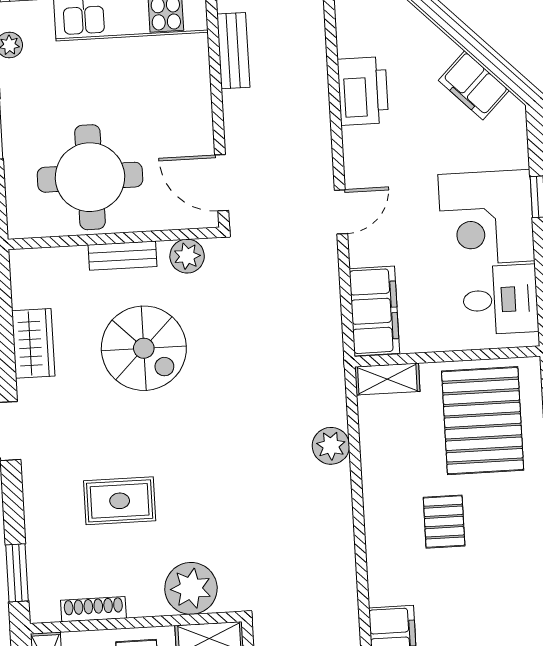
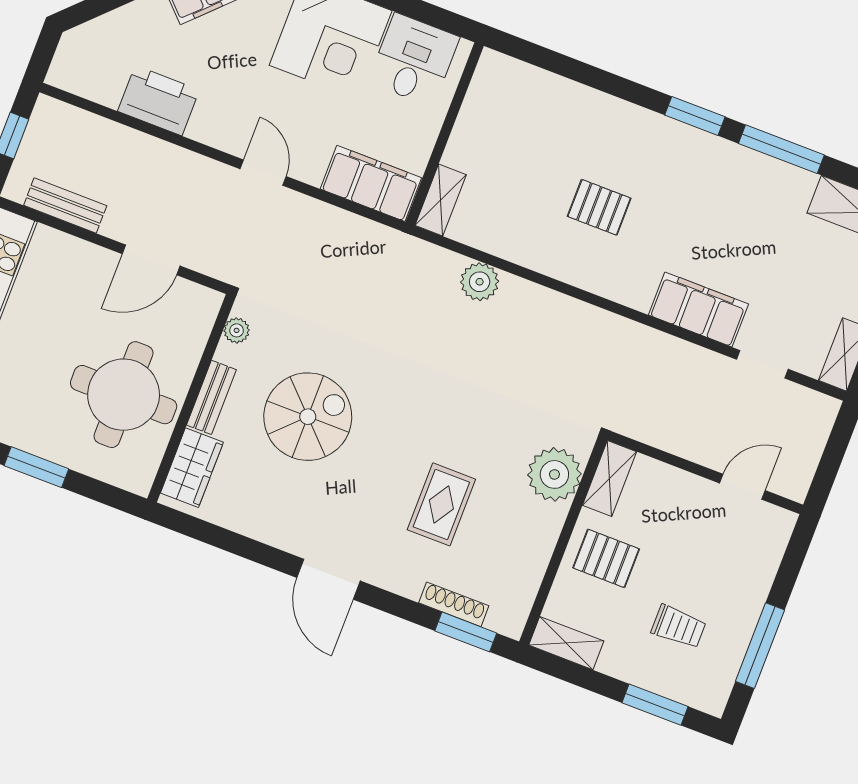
door: (222, 183) -> (151, 260), moved
plant: (187, 256) -> (237, 330), width x0.73, depth x0.73
wardrobe: (33, 343) -> (192, 468), moved, turned 90
pallet: (483, 421) -> (520, 128), removed
shoe rack: (93, 609) -> (454, 604), moved, turned 90

